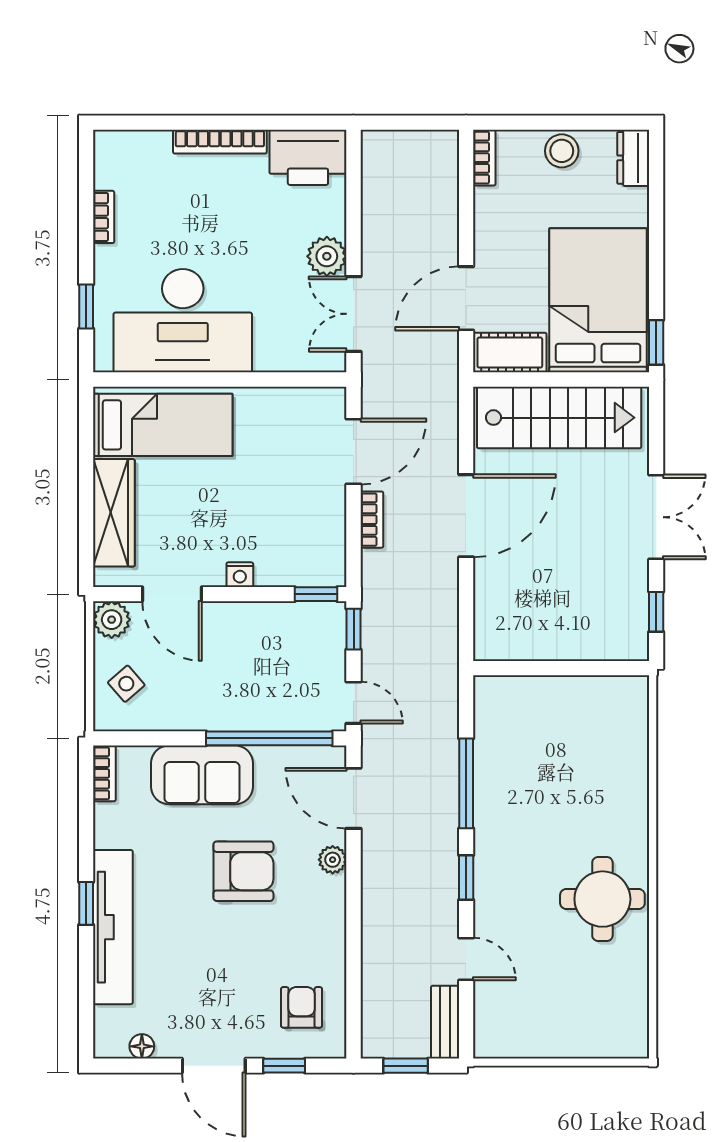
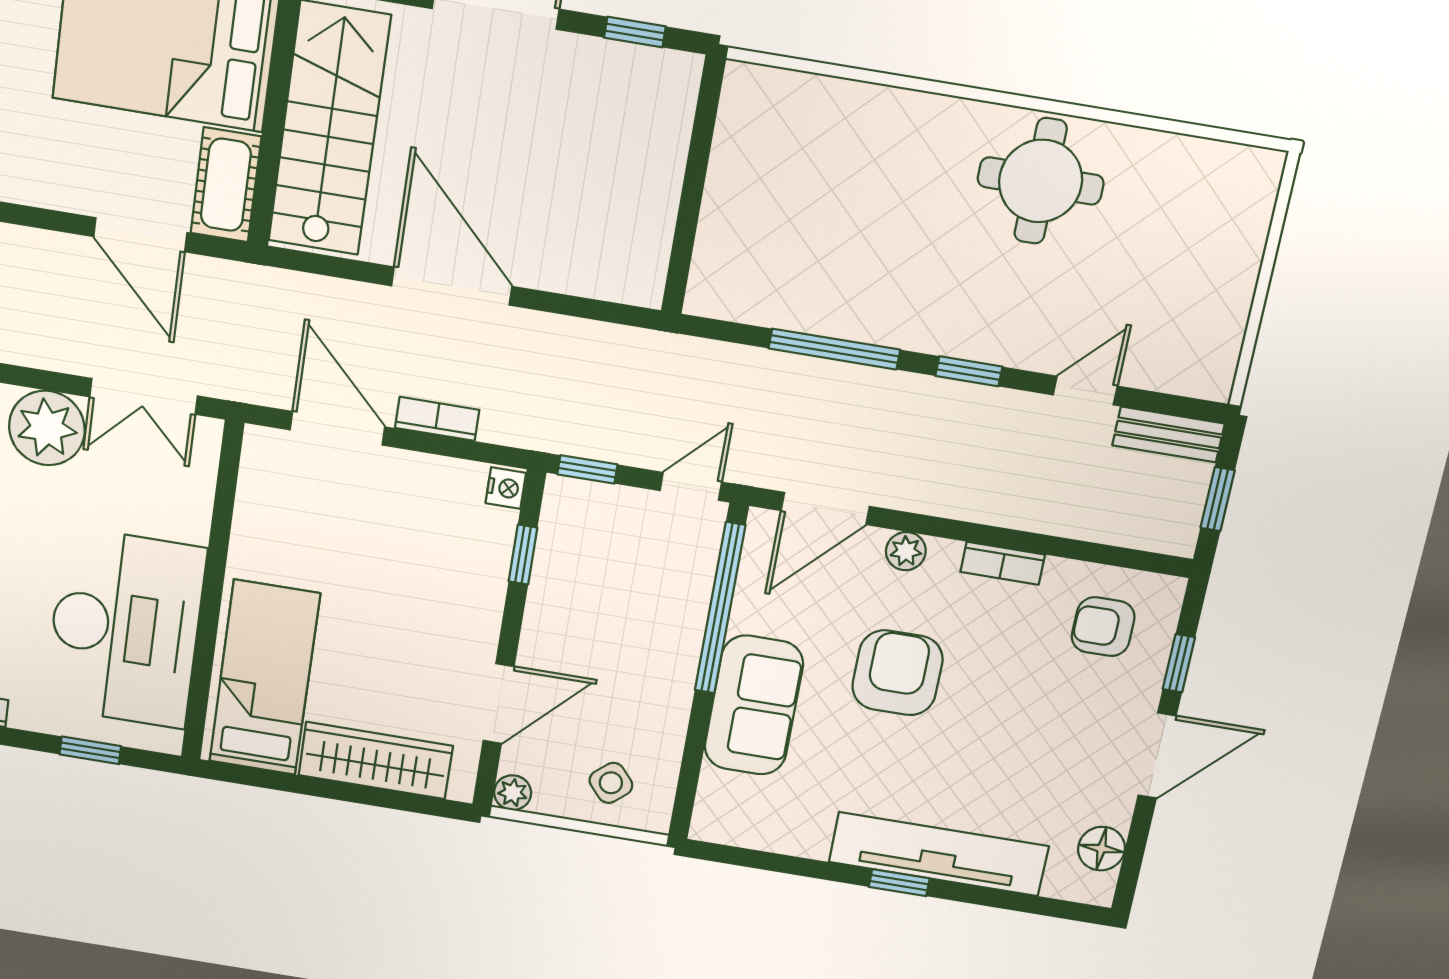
plant: (327, 256) -> (47, 428), width x1.36, depth x1.36
nightstand: (240, 575) -> (506, 488), moved
window: (316, 594) -> (523, 555), moved
plant: (112, 620) -> (513, 793), width x0.73, depth x0.73
bookcase: (104, 773) -> (1003, 563), moved, turned 180
floor lamp: (142, 1046) -> (1101, 849), width x1.37, depth x1.37

